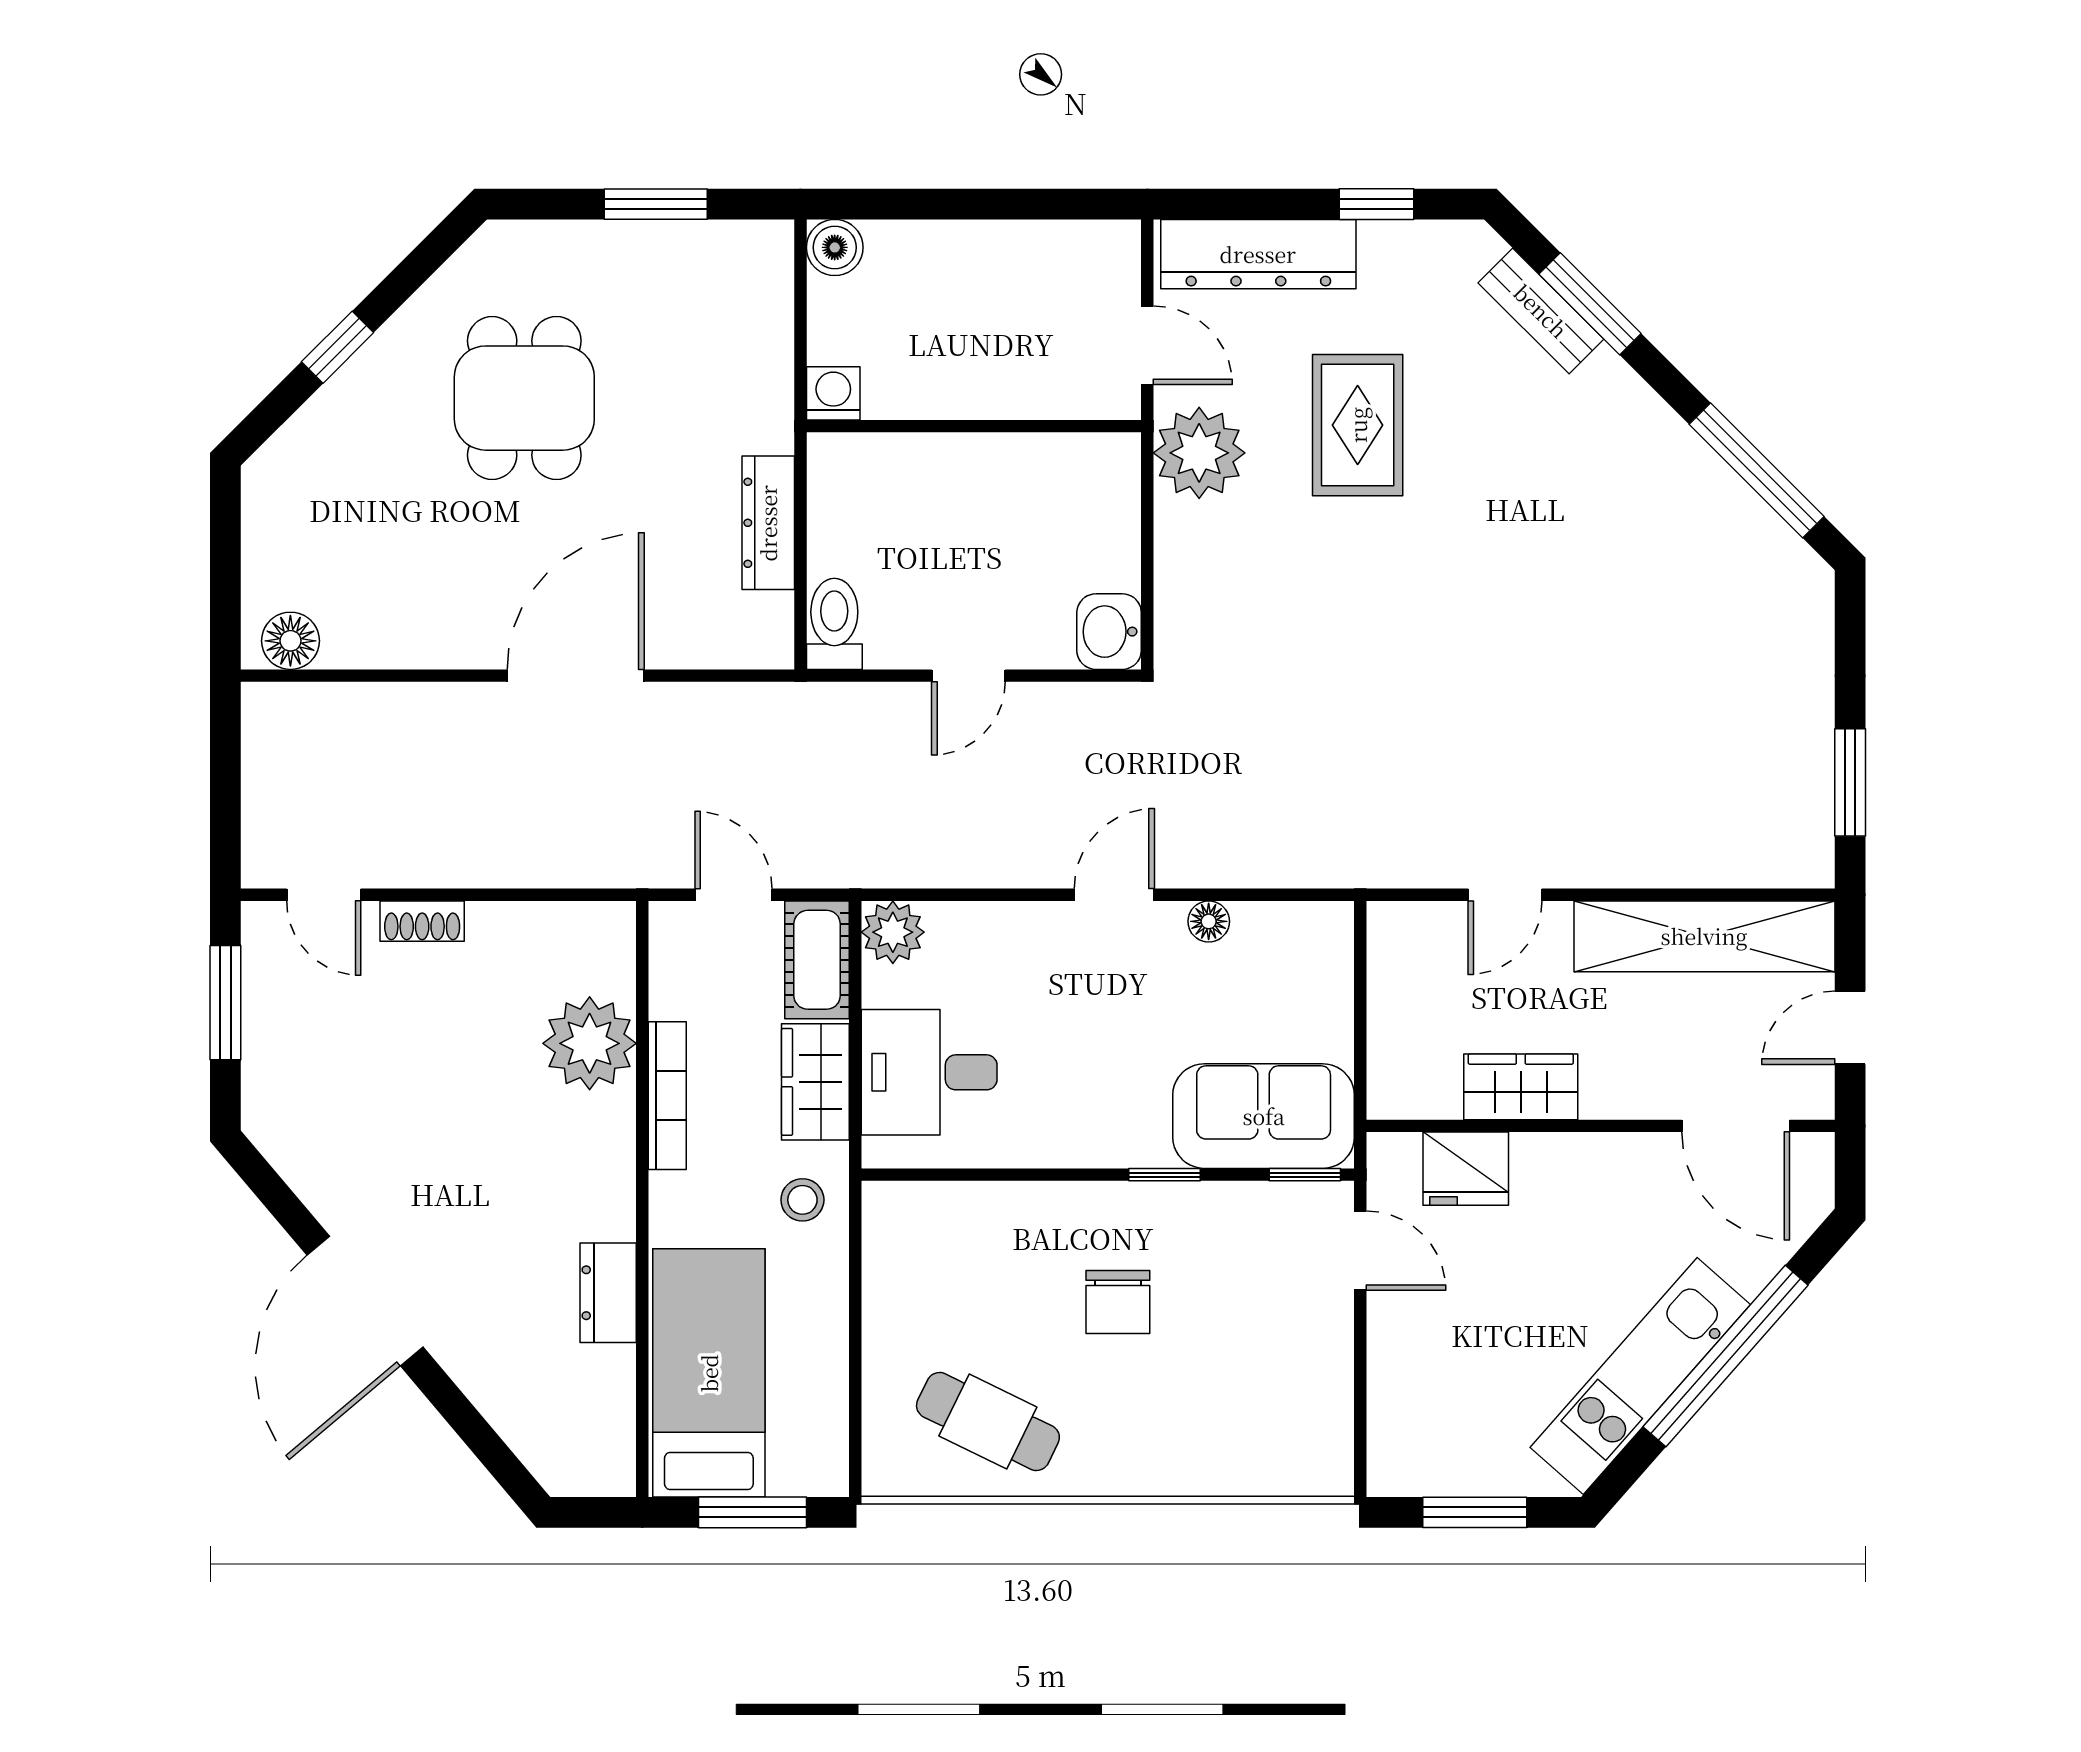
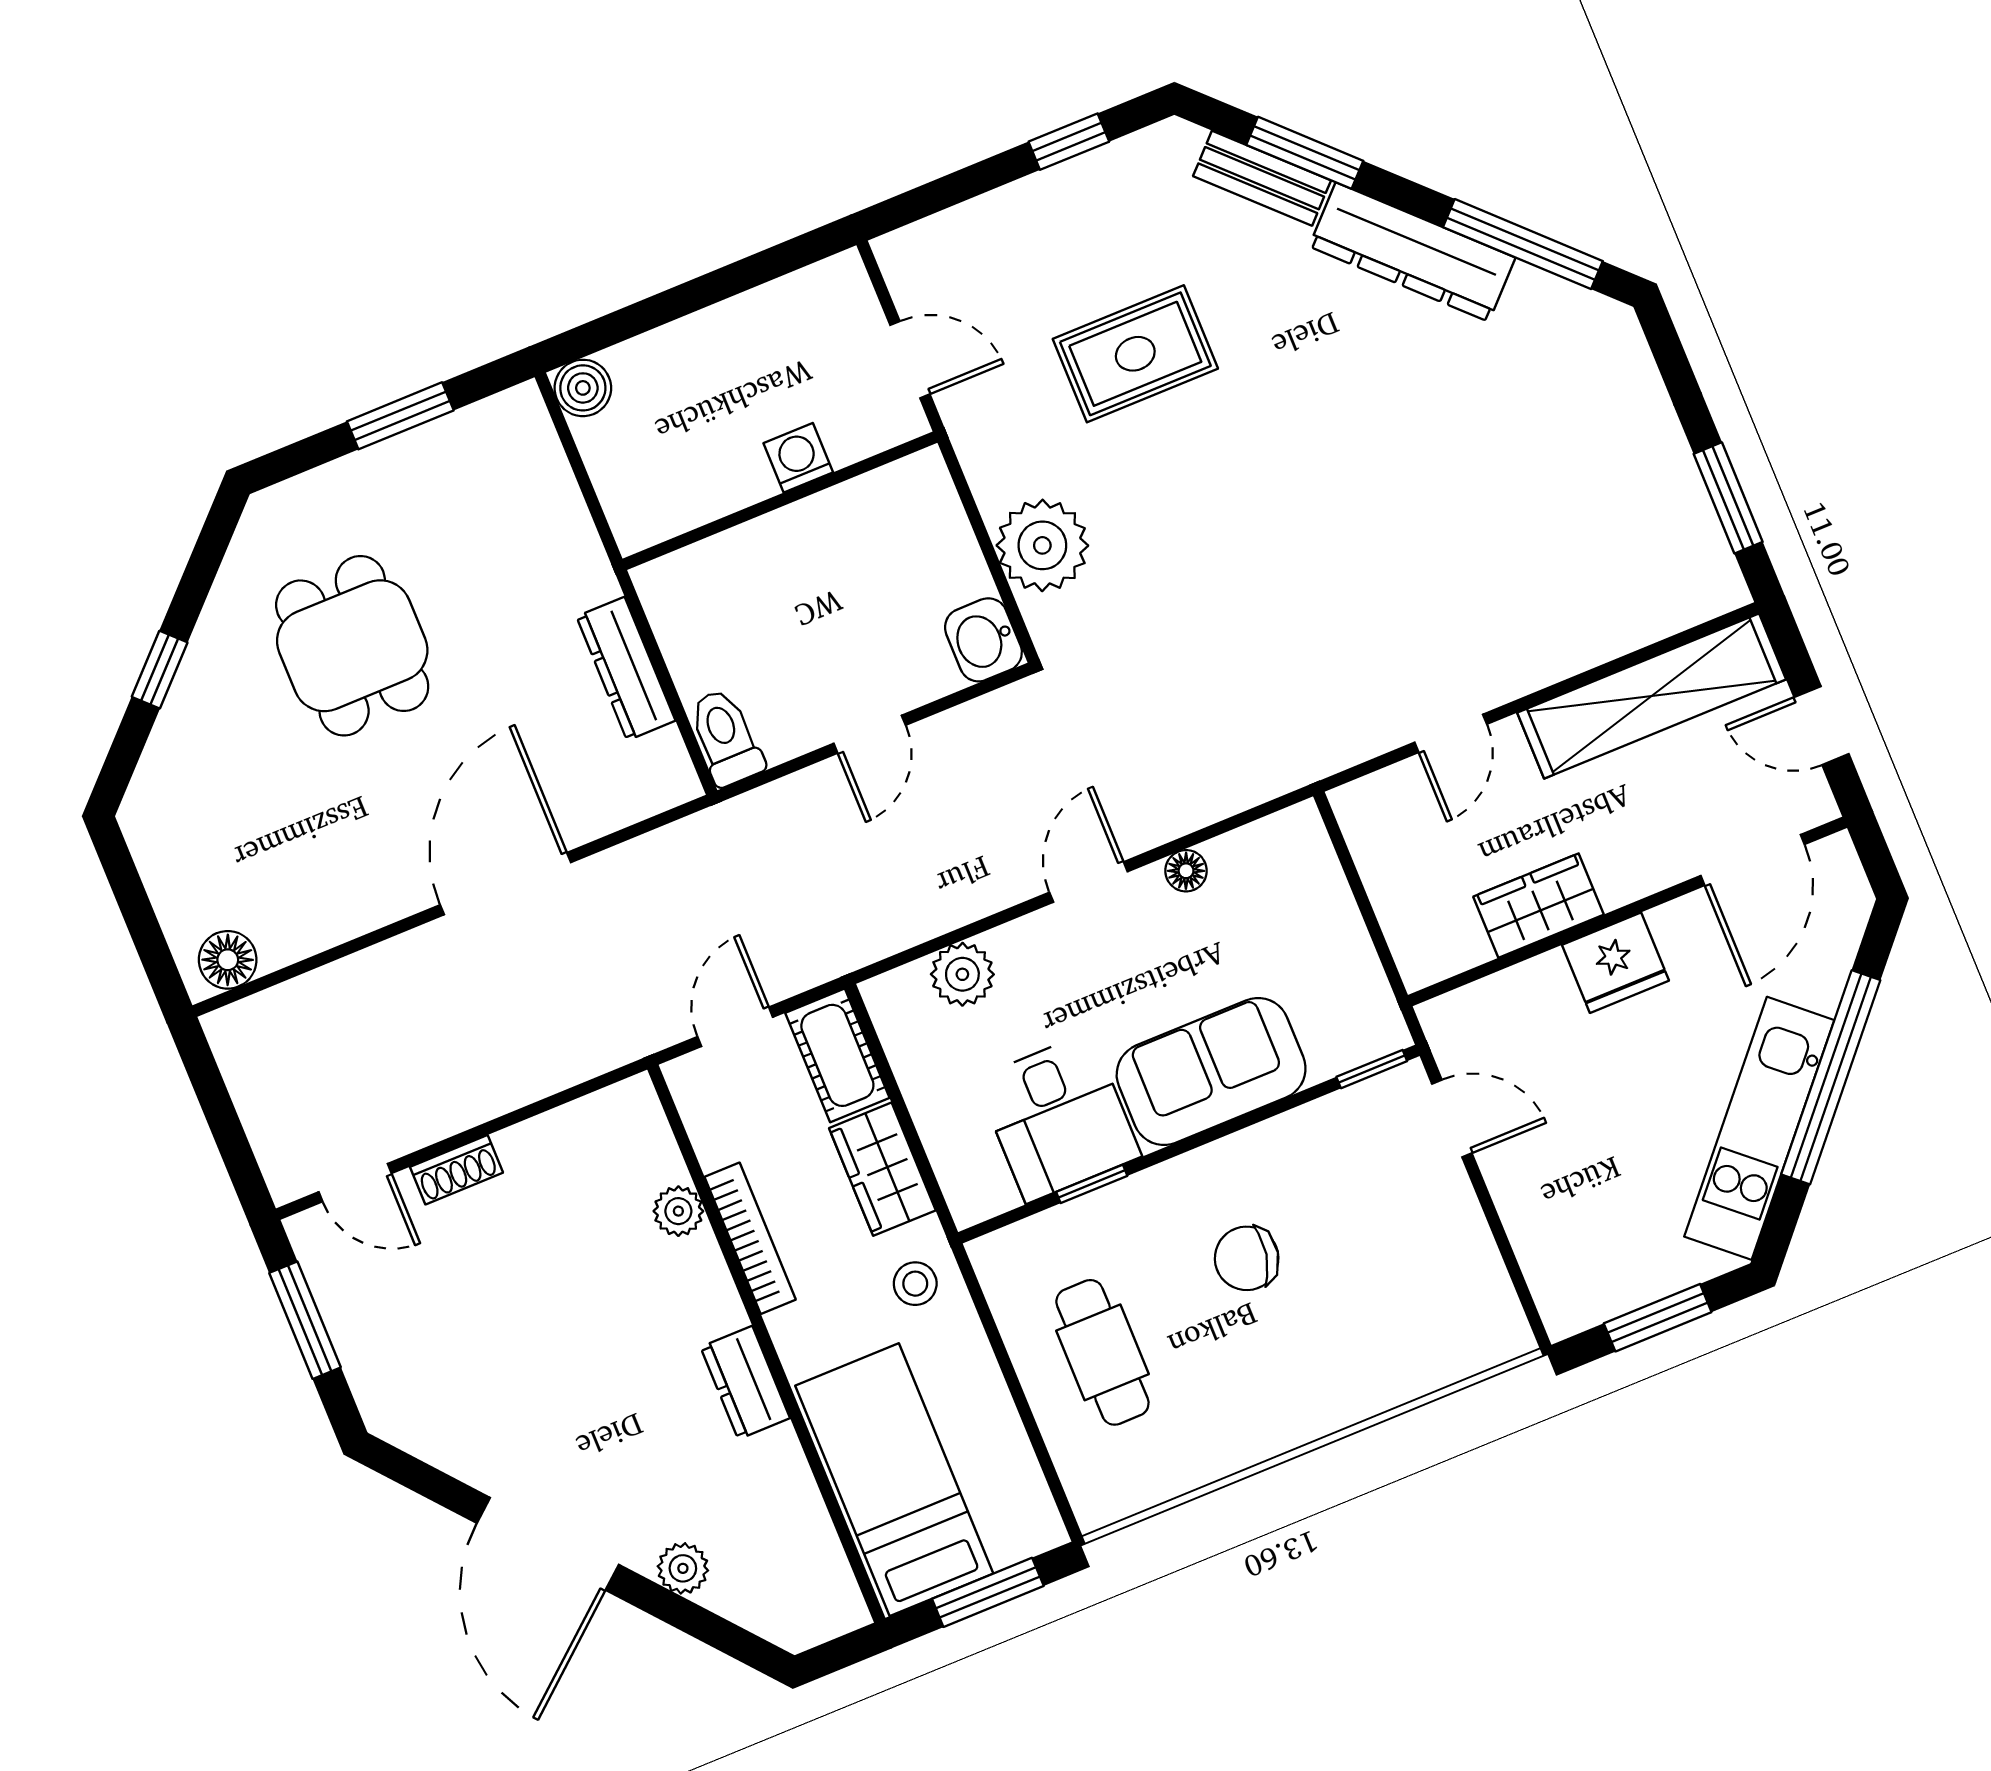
dresser: (1258, 254) -> (1412, 252), moved, turned 45
washing machine: (833, 393) -> (798, 458), moved
rug: (1358, 425) -> (1135, 354), turned 90
plant: (1199, 453) -> (1042, 545), moved
door: (733, 895) -> (735, 1027), hinge flipped
plant: (893, 932) -> (962, 974), moved
door: (1850, 1028) -> (1822, 726), hinge flipped
plant: (590, 1043) -> (678, 1211), width x0.53, depth x0.53
desk: (929, 1072) -> (1058, 1118), moved, turned -90
sofa: (1264, 1116) -> (1211, 1071), moved
door: (1736, 1126) -> (1753, 860), hinge flipped
fridge: (1466, 1169) -> (1615, 963), moved
window: (1165, 1175) -> (1092, 1184), moved
dresser: (608, 1293) -> (745, 1383), moved
chair: (1118, 1302) -> (1247, 1258), turned 101
plant: (480, 1375) -> (683, 1568), added
cafe table: (988, 1422) -> (1102, 1352), moved, turned 64

